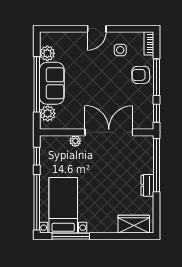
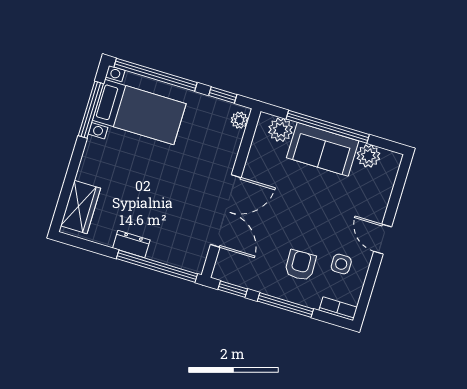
armchair: (141, 75) -> (300, 265), moved
plant: (75, 141) -> (239, 120), moved

